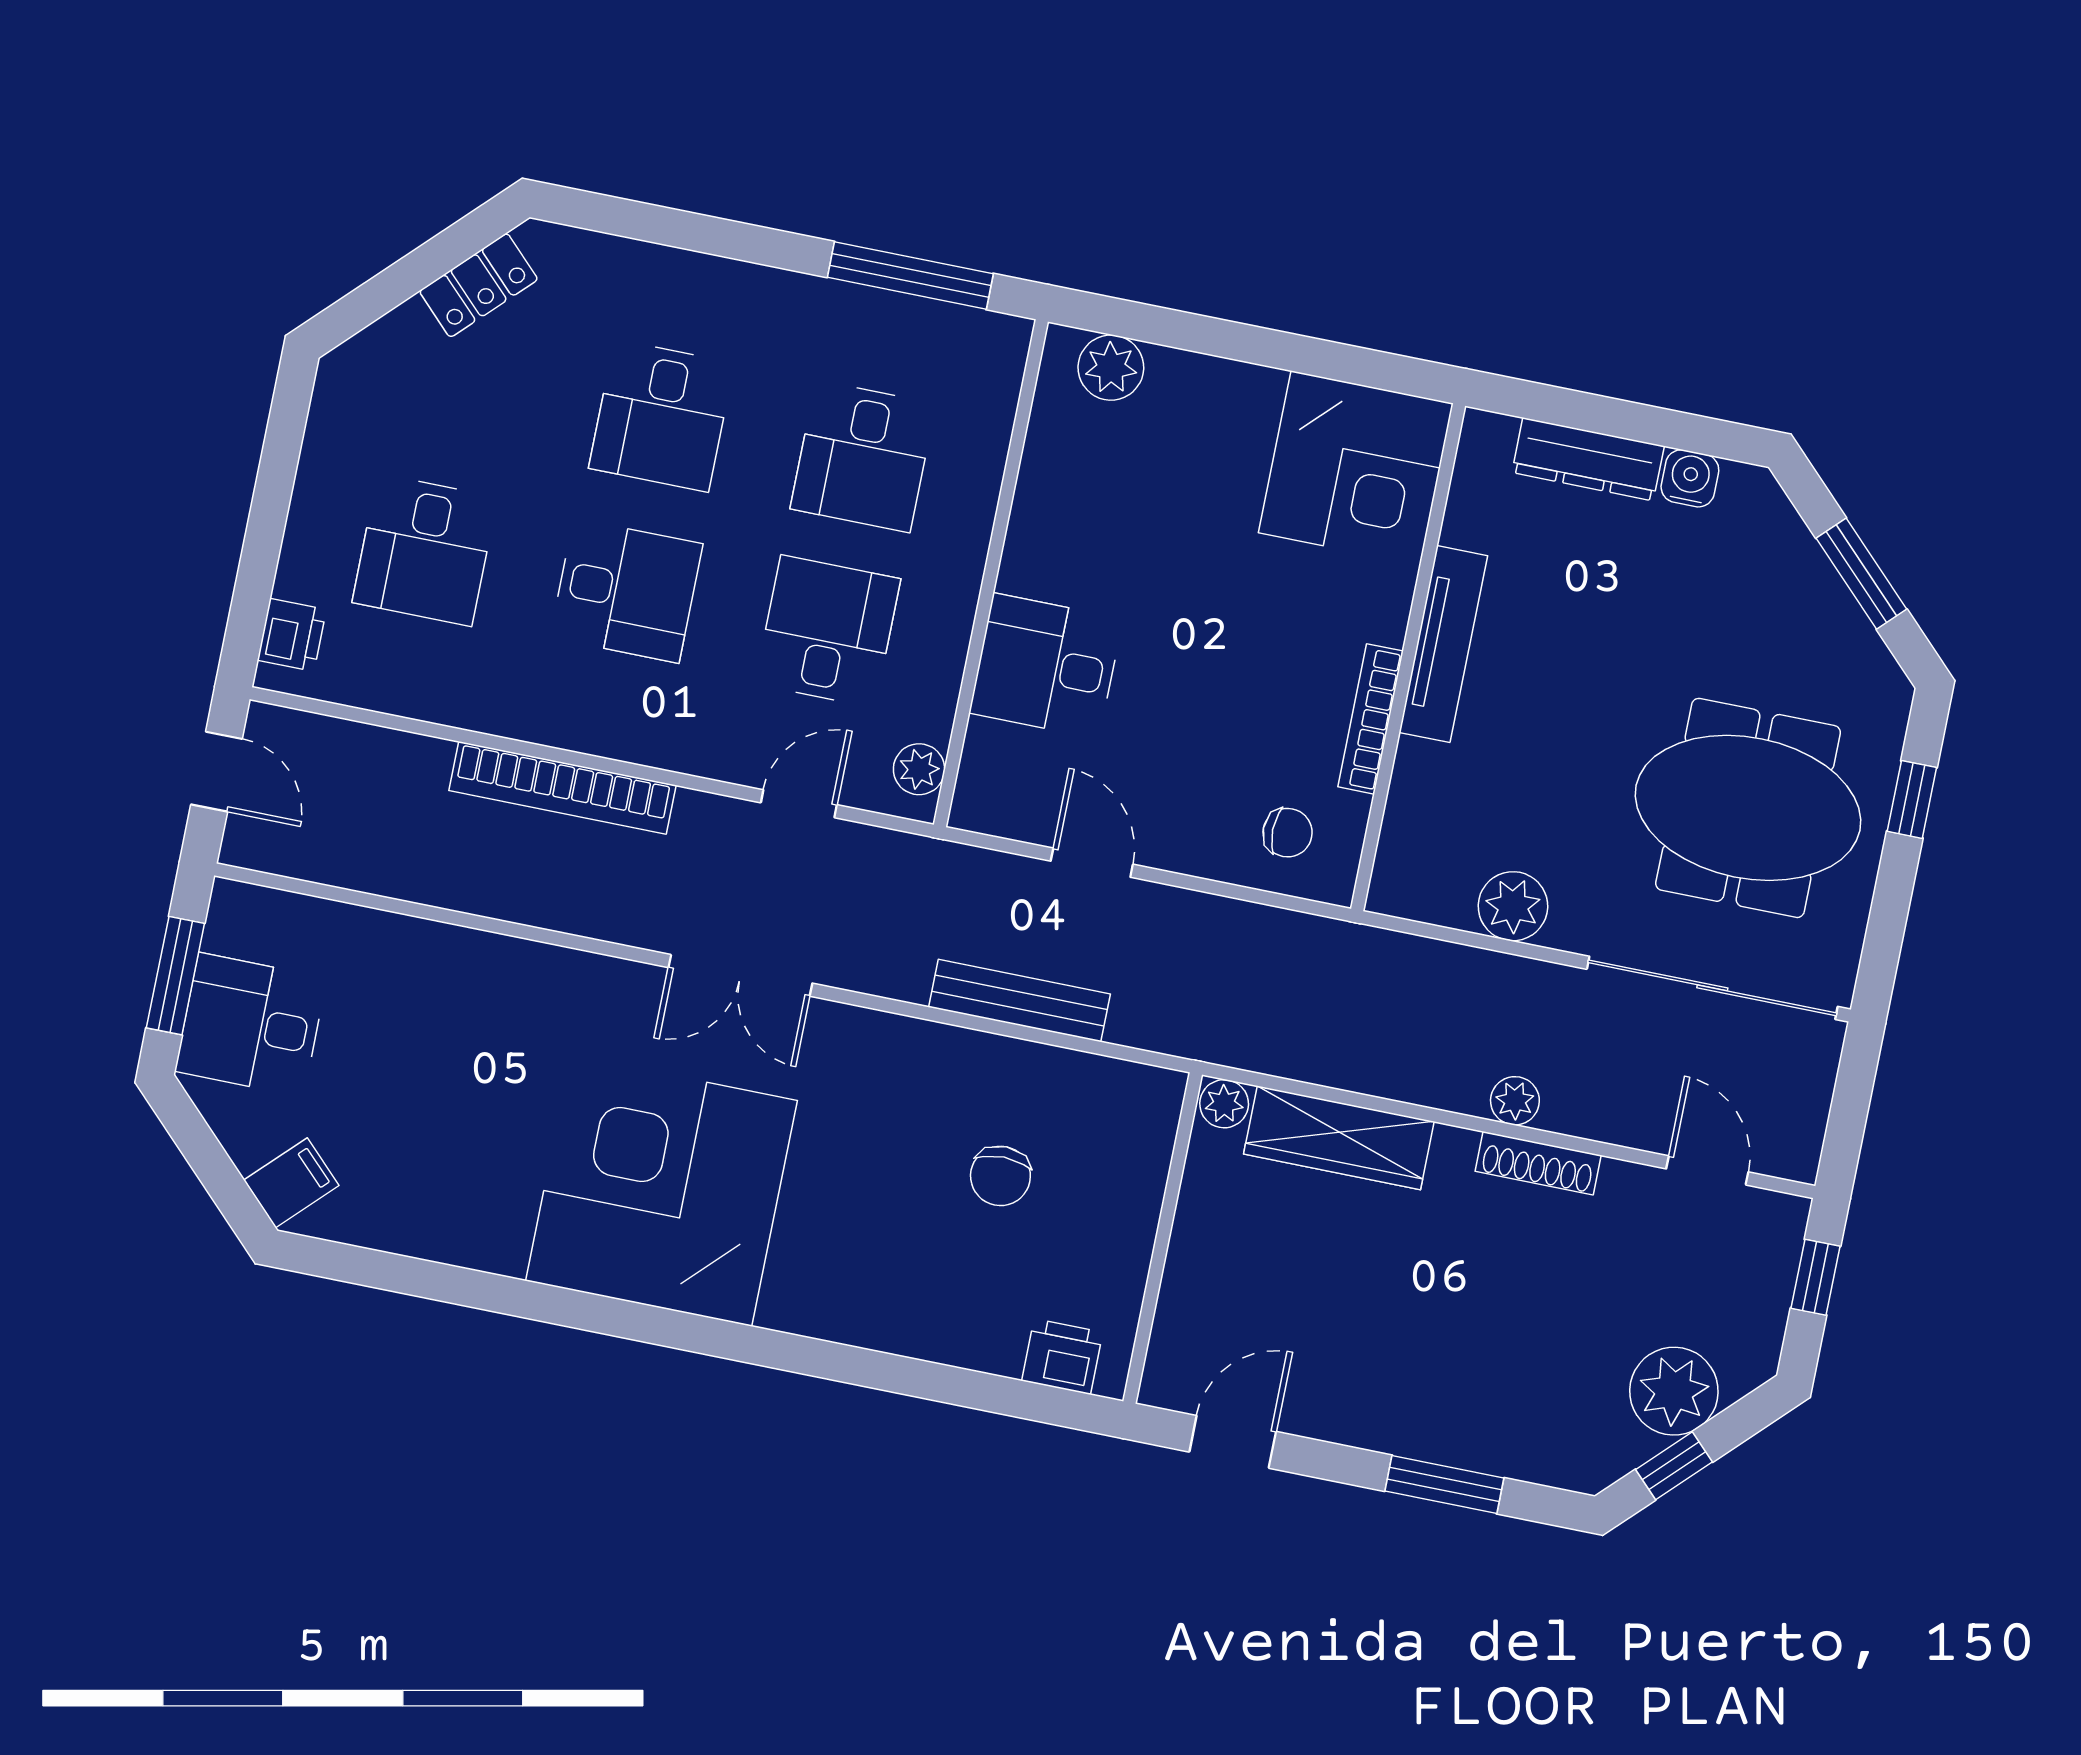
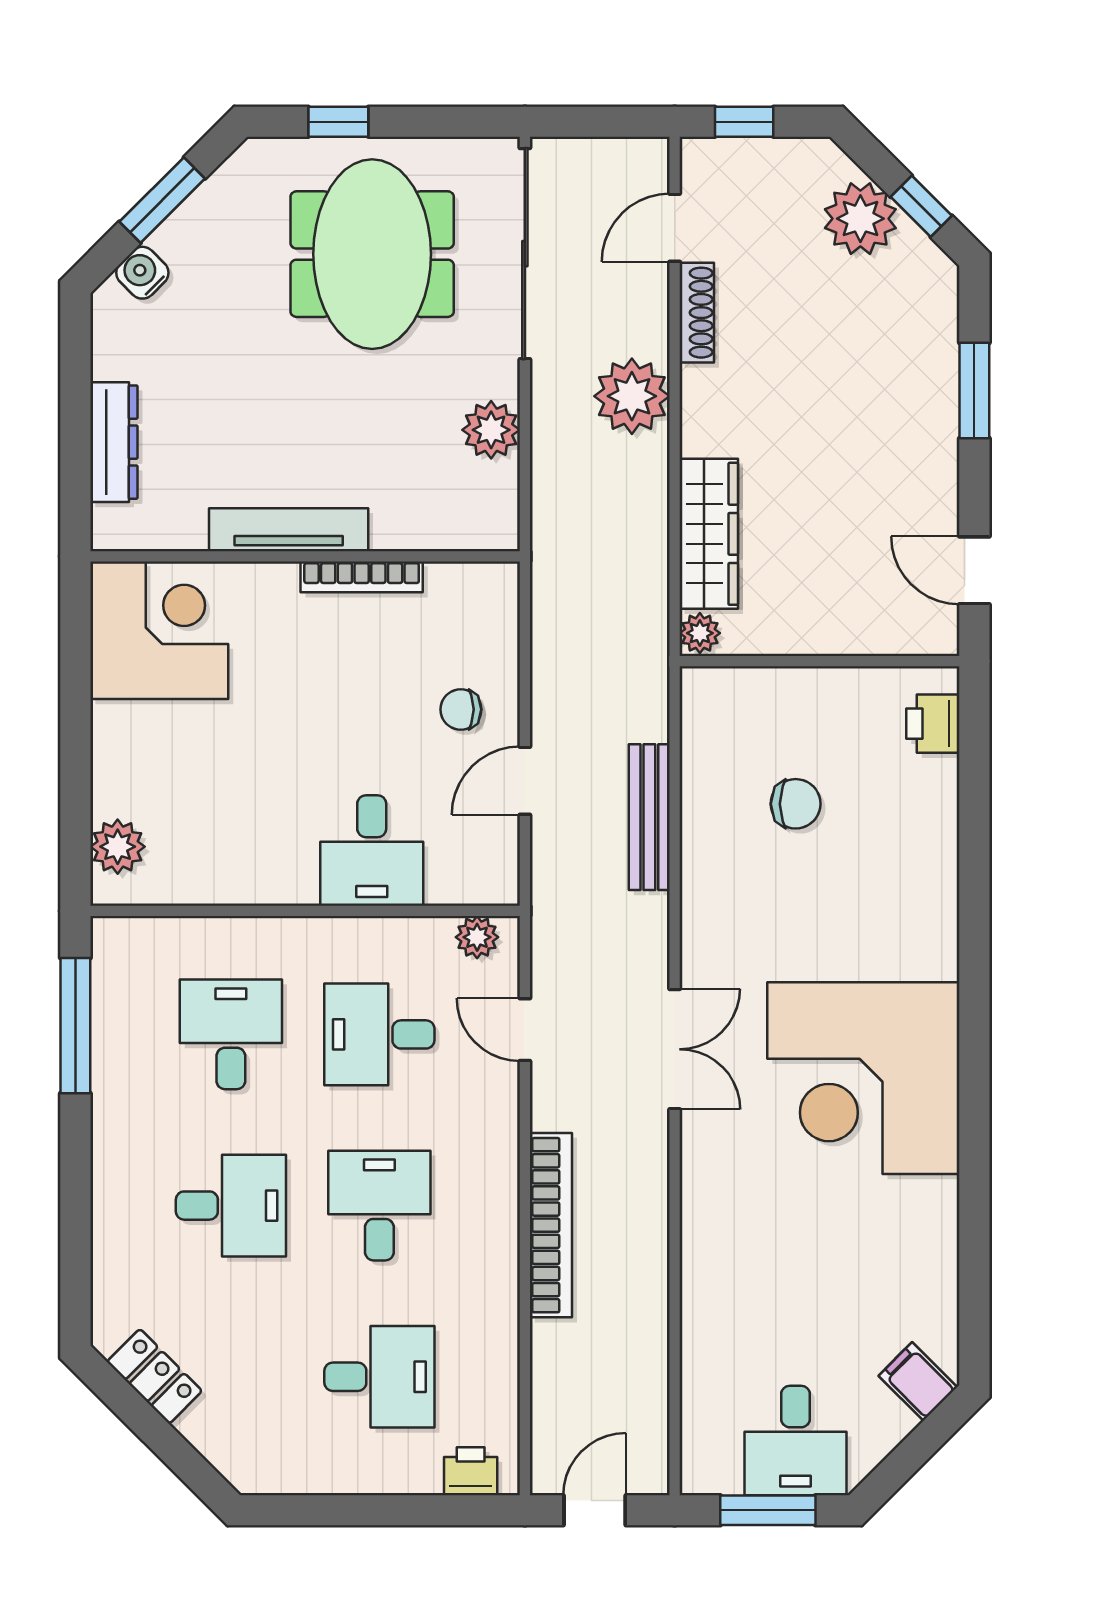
desk: (863, 456) -> (231, 1034), turned -90
water cooler: (1690, 478) -> (142, 273), moved, turned 45
chair: (1288, 833) -> (461, 709), moved, turned -90
plant: (1515, 1101) -> (632, 396), width x1.87, depth x1.87
shoe rack: (1538, 1163) -> (697, 313), moved

